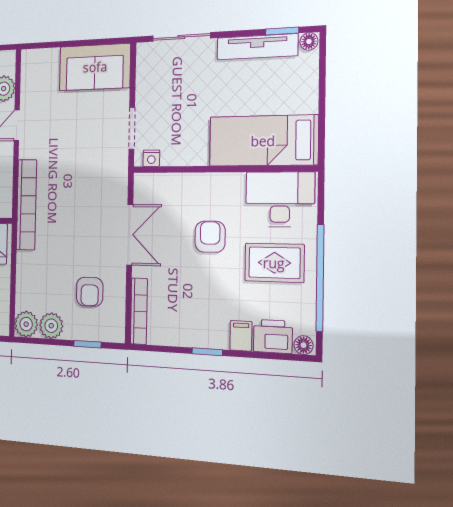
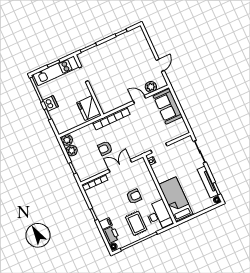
sofa: (95, 67) -> (168, 106), moved
double door: (130, 235) -> (120, 166), swing flipped
armchair: (90, 292) -> (105, 148), moved

